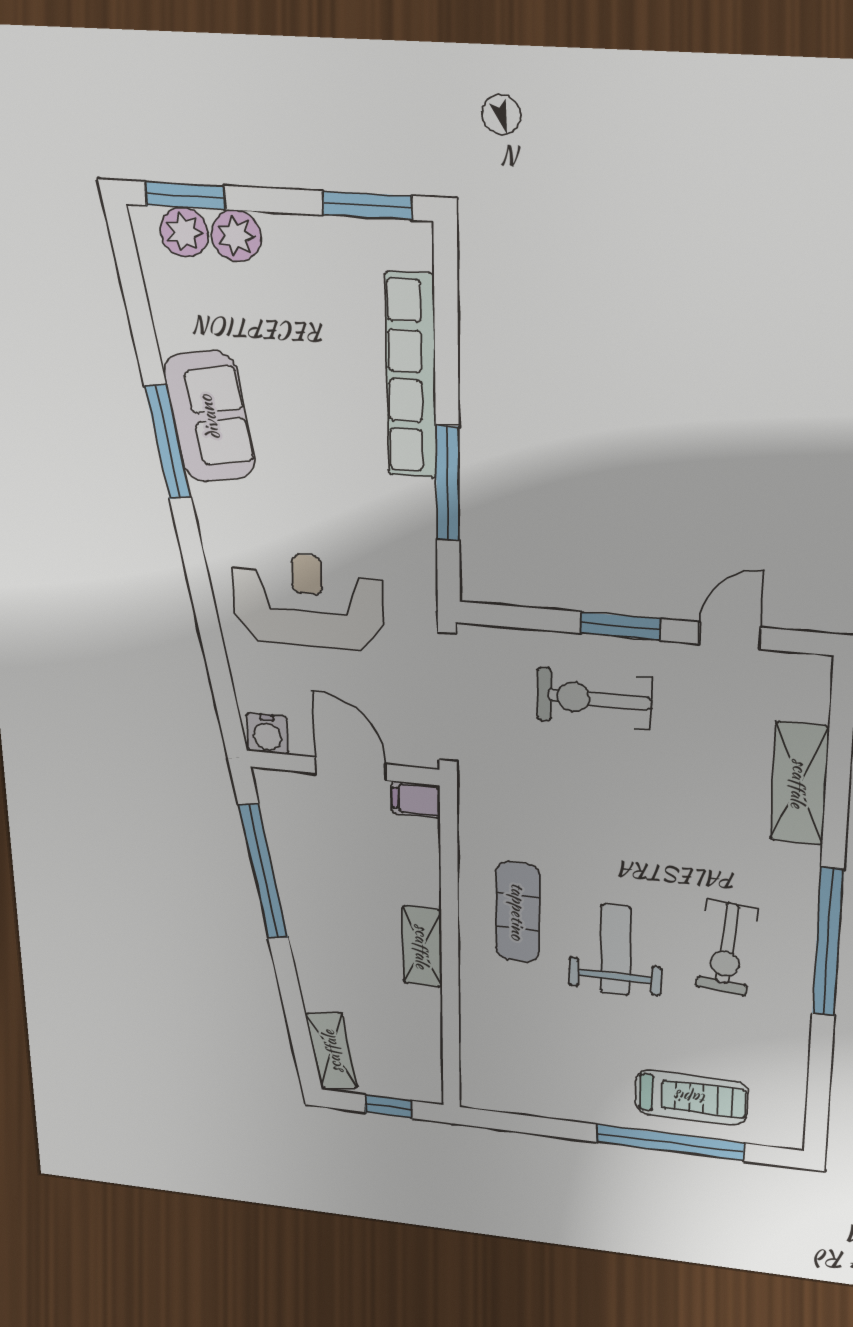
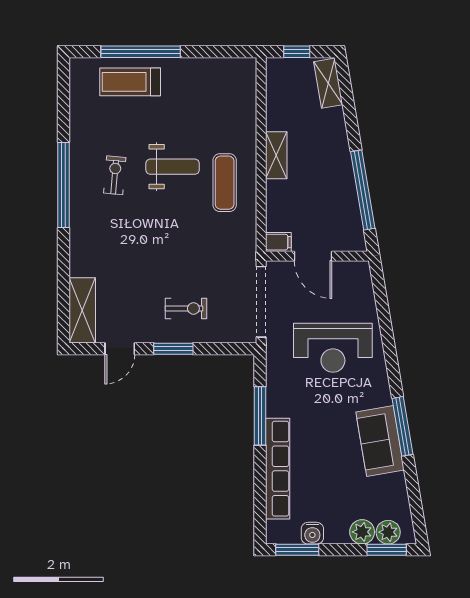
exercise bike: (594, 699) -> (186, 308), width x0.73, depth x0.72
water cooler: (267, 734) -> (312, 533), moved, turned 180
shelving: (799, 784) -> (82, 310), moved
exercise bike: (727, 948) -> (115, 175), width x0.73, depth x0.72
weight bench: (615, 950) -> (173, 167), turned -90

